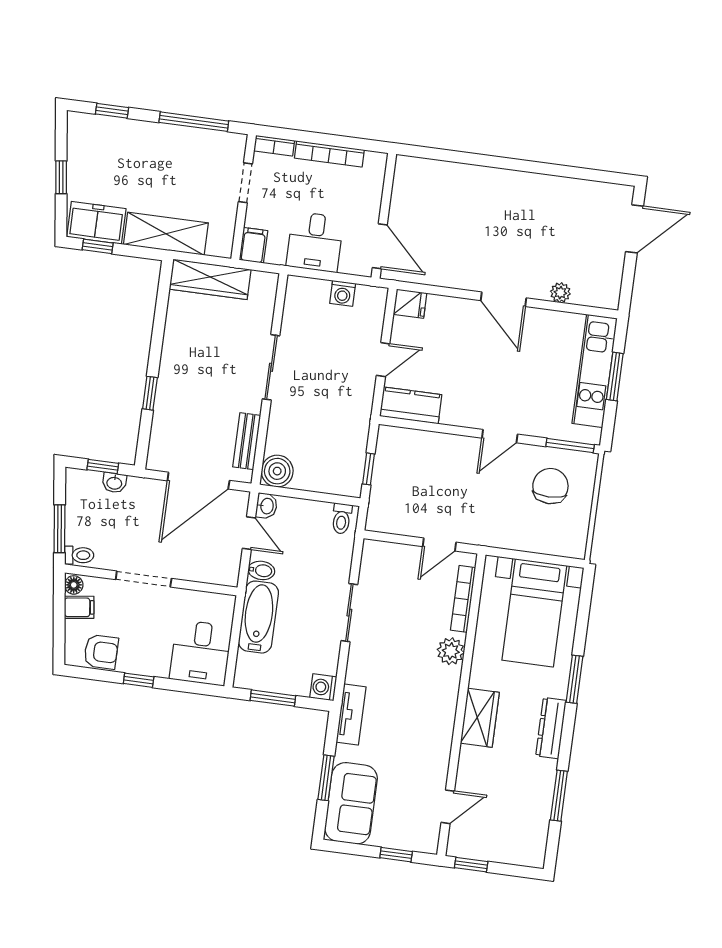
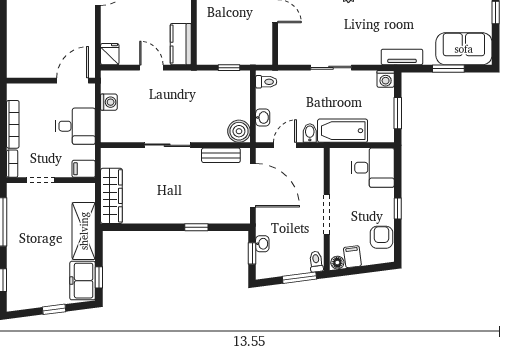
washbasin: (266, 506) -> (263, 118), moved, turned 90

